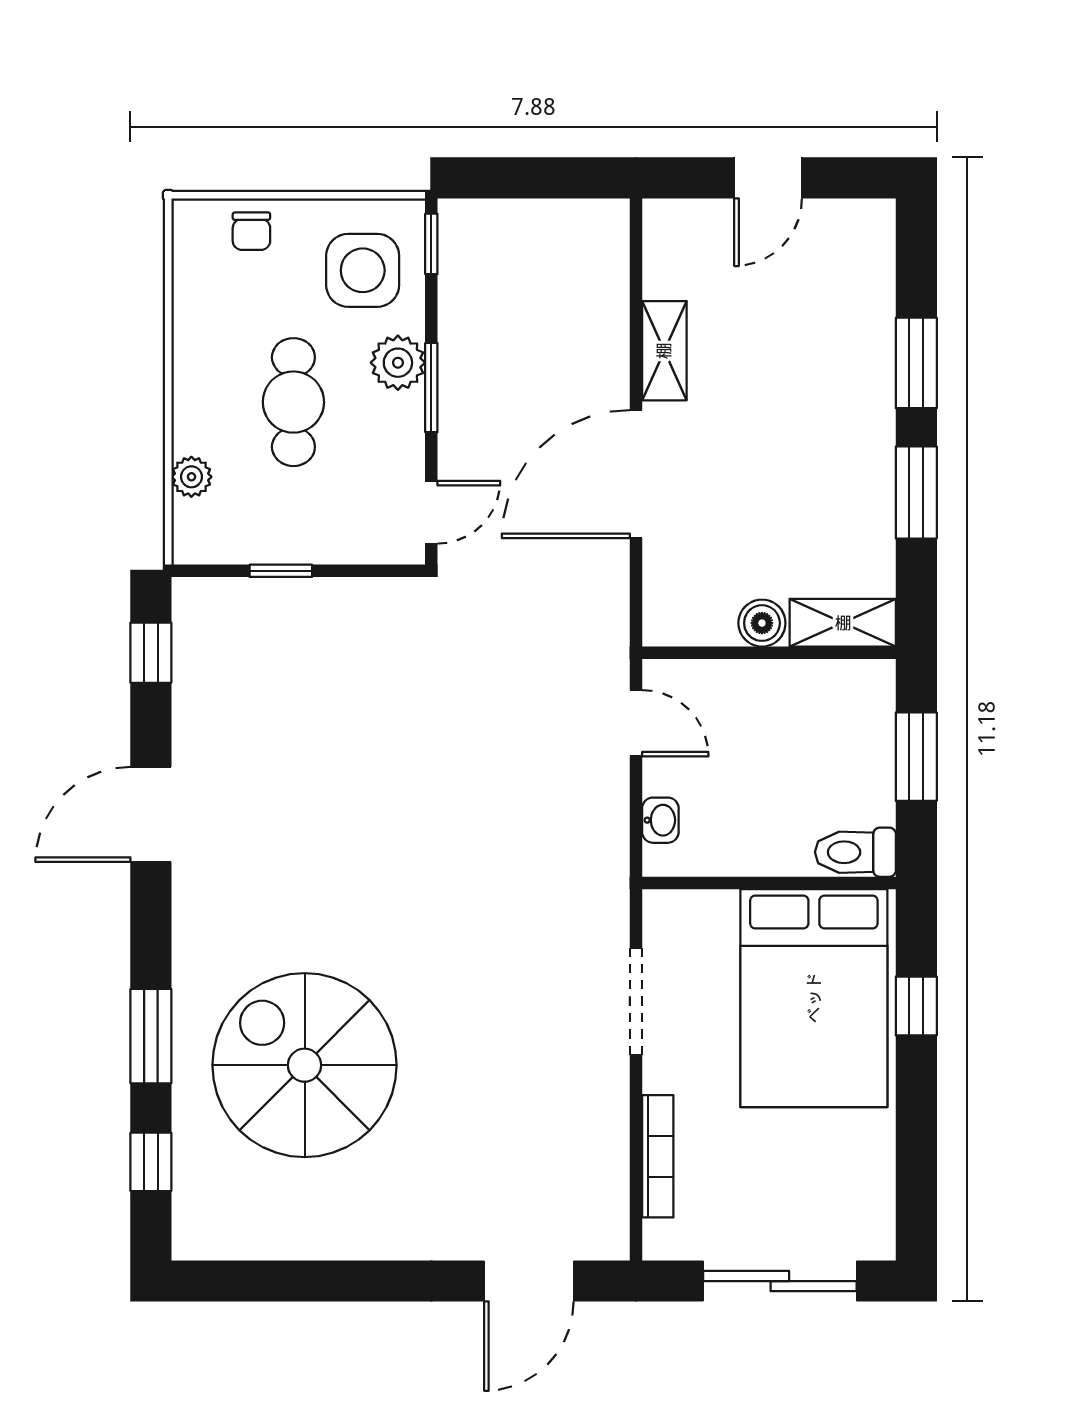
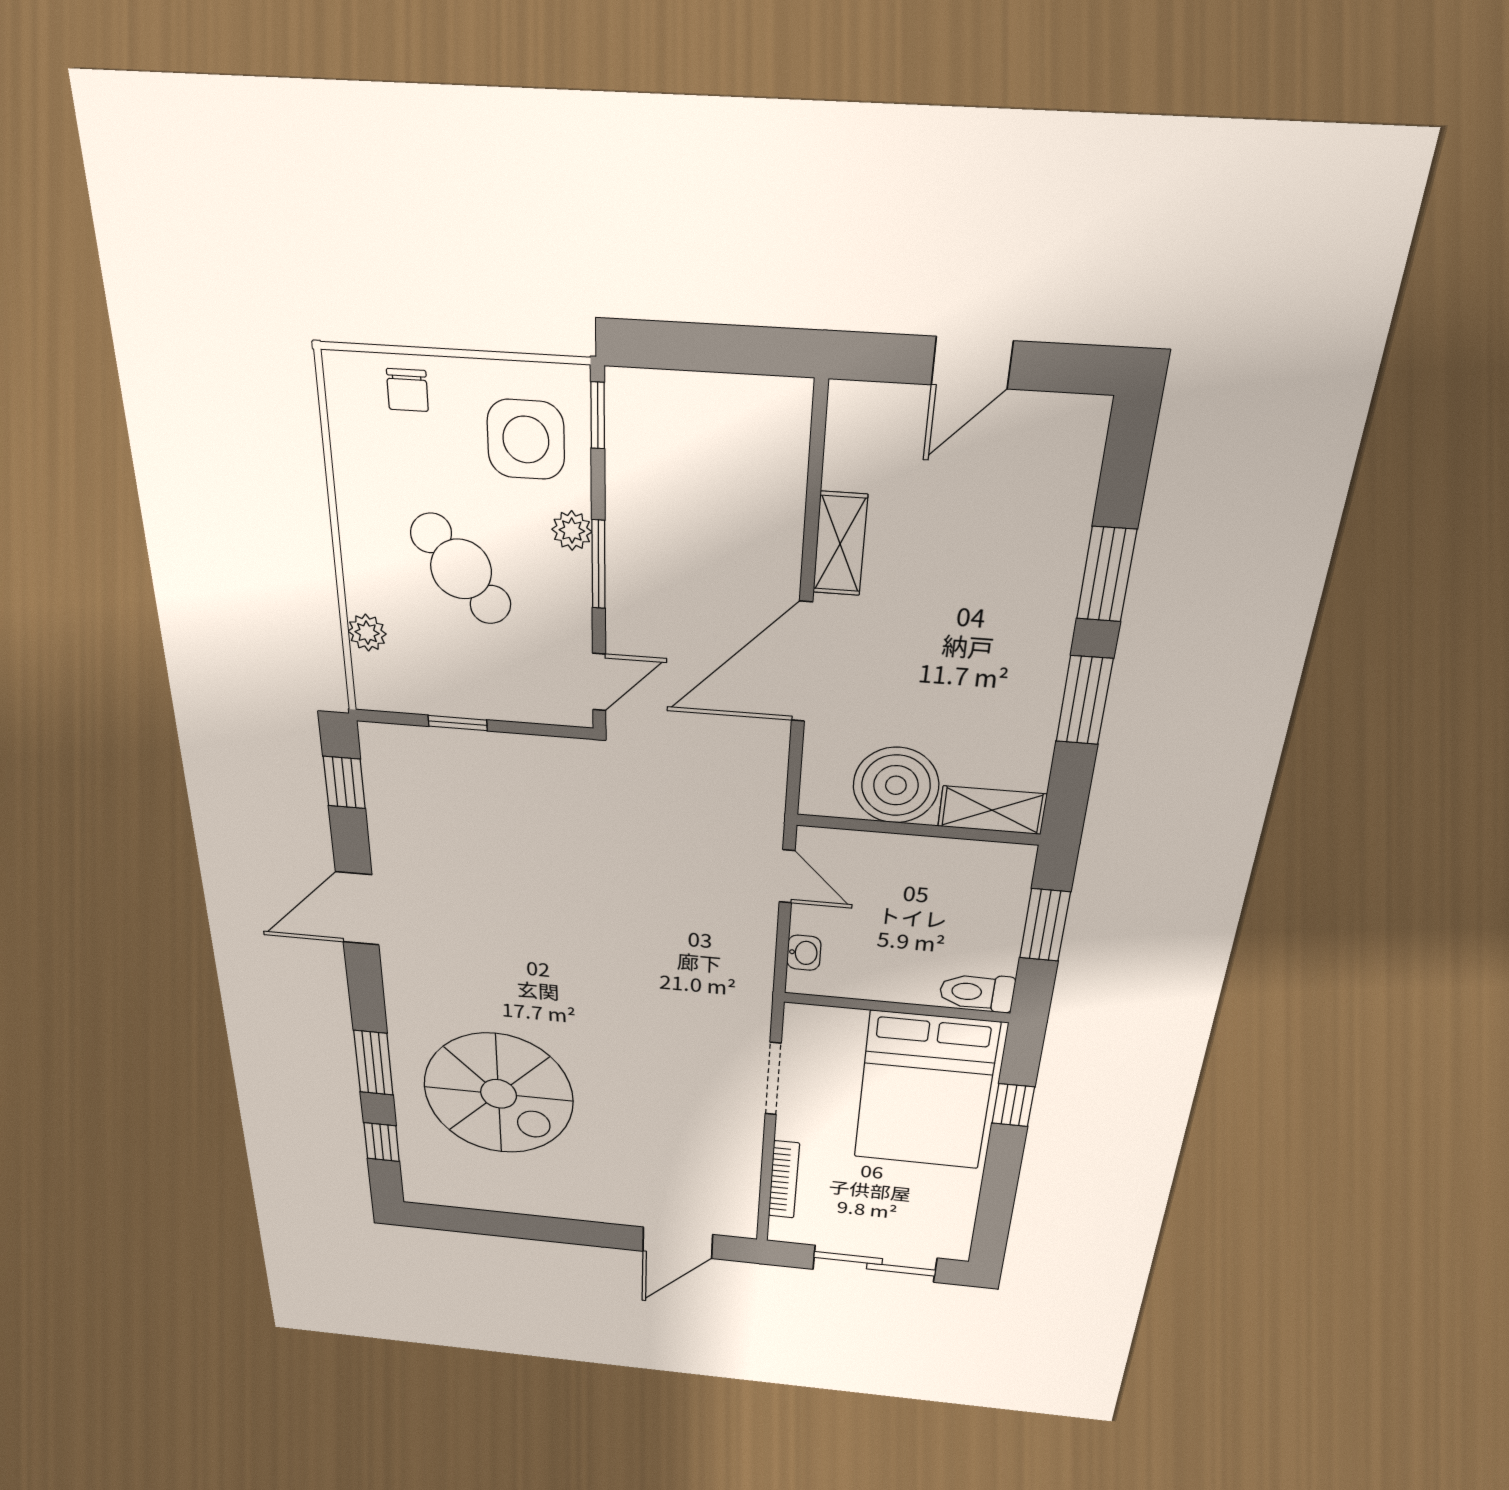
plant: (398, 363) -> (572, 531), width x0.73, depth x0.73
cafe table: (293, 402) -> (461, 569), turned -39
boiler: (762, 623) -> (896, 785), width x1.86, depth x1.86
spiral stairs: (305, 1065) -> (499, 1094), turned 180

